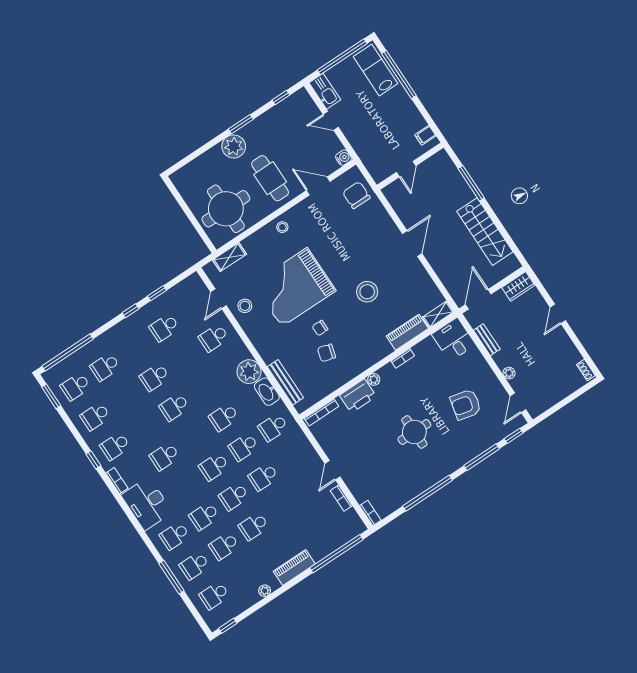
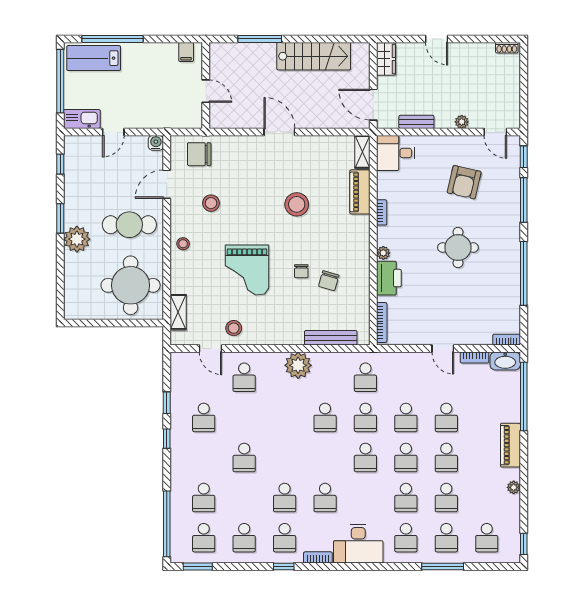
stool: (326, 228) -> (211, 203), added
grand piano: (294, 287) -> (247, 270), width x0.73, depth x0.68
washbasin: (267, 392) -> (505, 361), moved
school desk: (174, 407) -> (285, 498), moved
school desk: (283, 507) -> (446, 417), added

